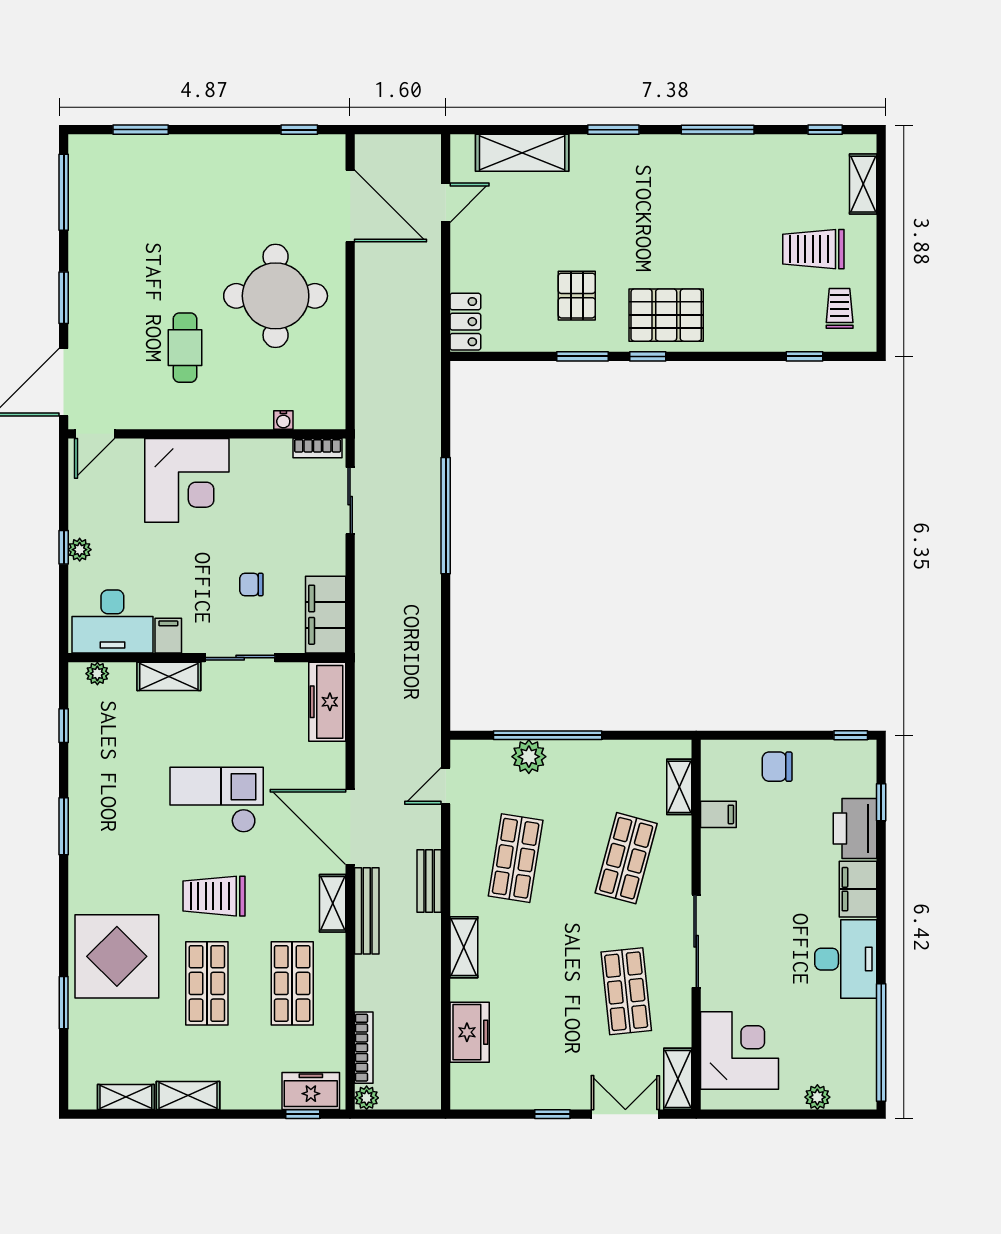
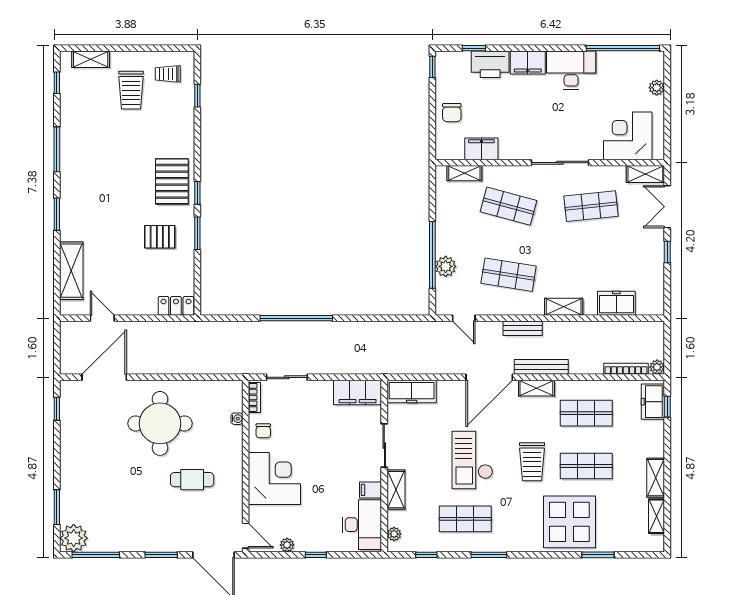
plant: (91, 157) -> (74, 538), added
plant: (80, 550) -> (287, 545), moved
chair: (251, 585) -> (263, 431), moved
shop shelf: (122, 788) -> (465, 519), added
filing cabinet: (718, 814) -> (481, 149), width x2.00

